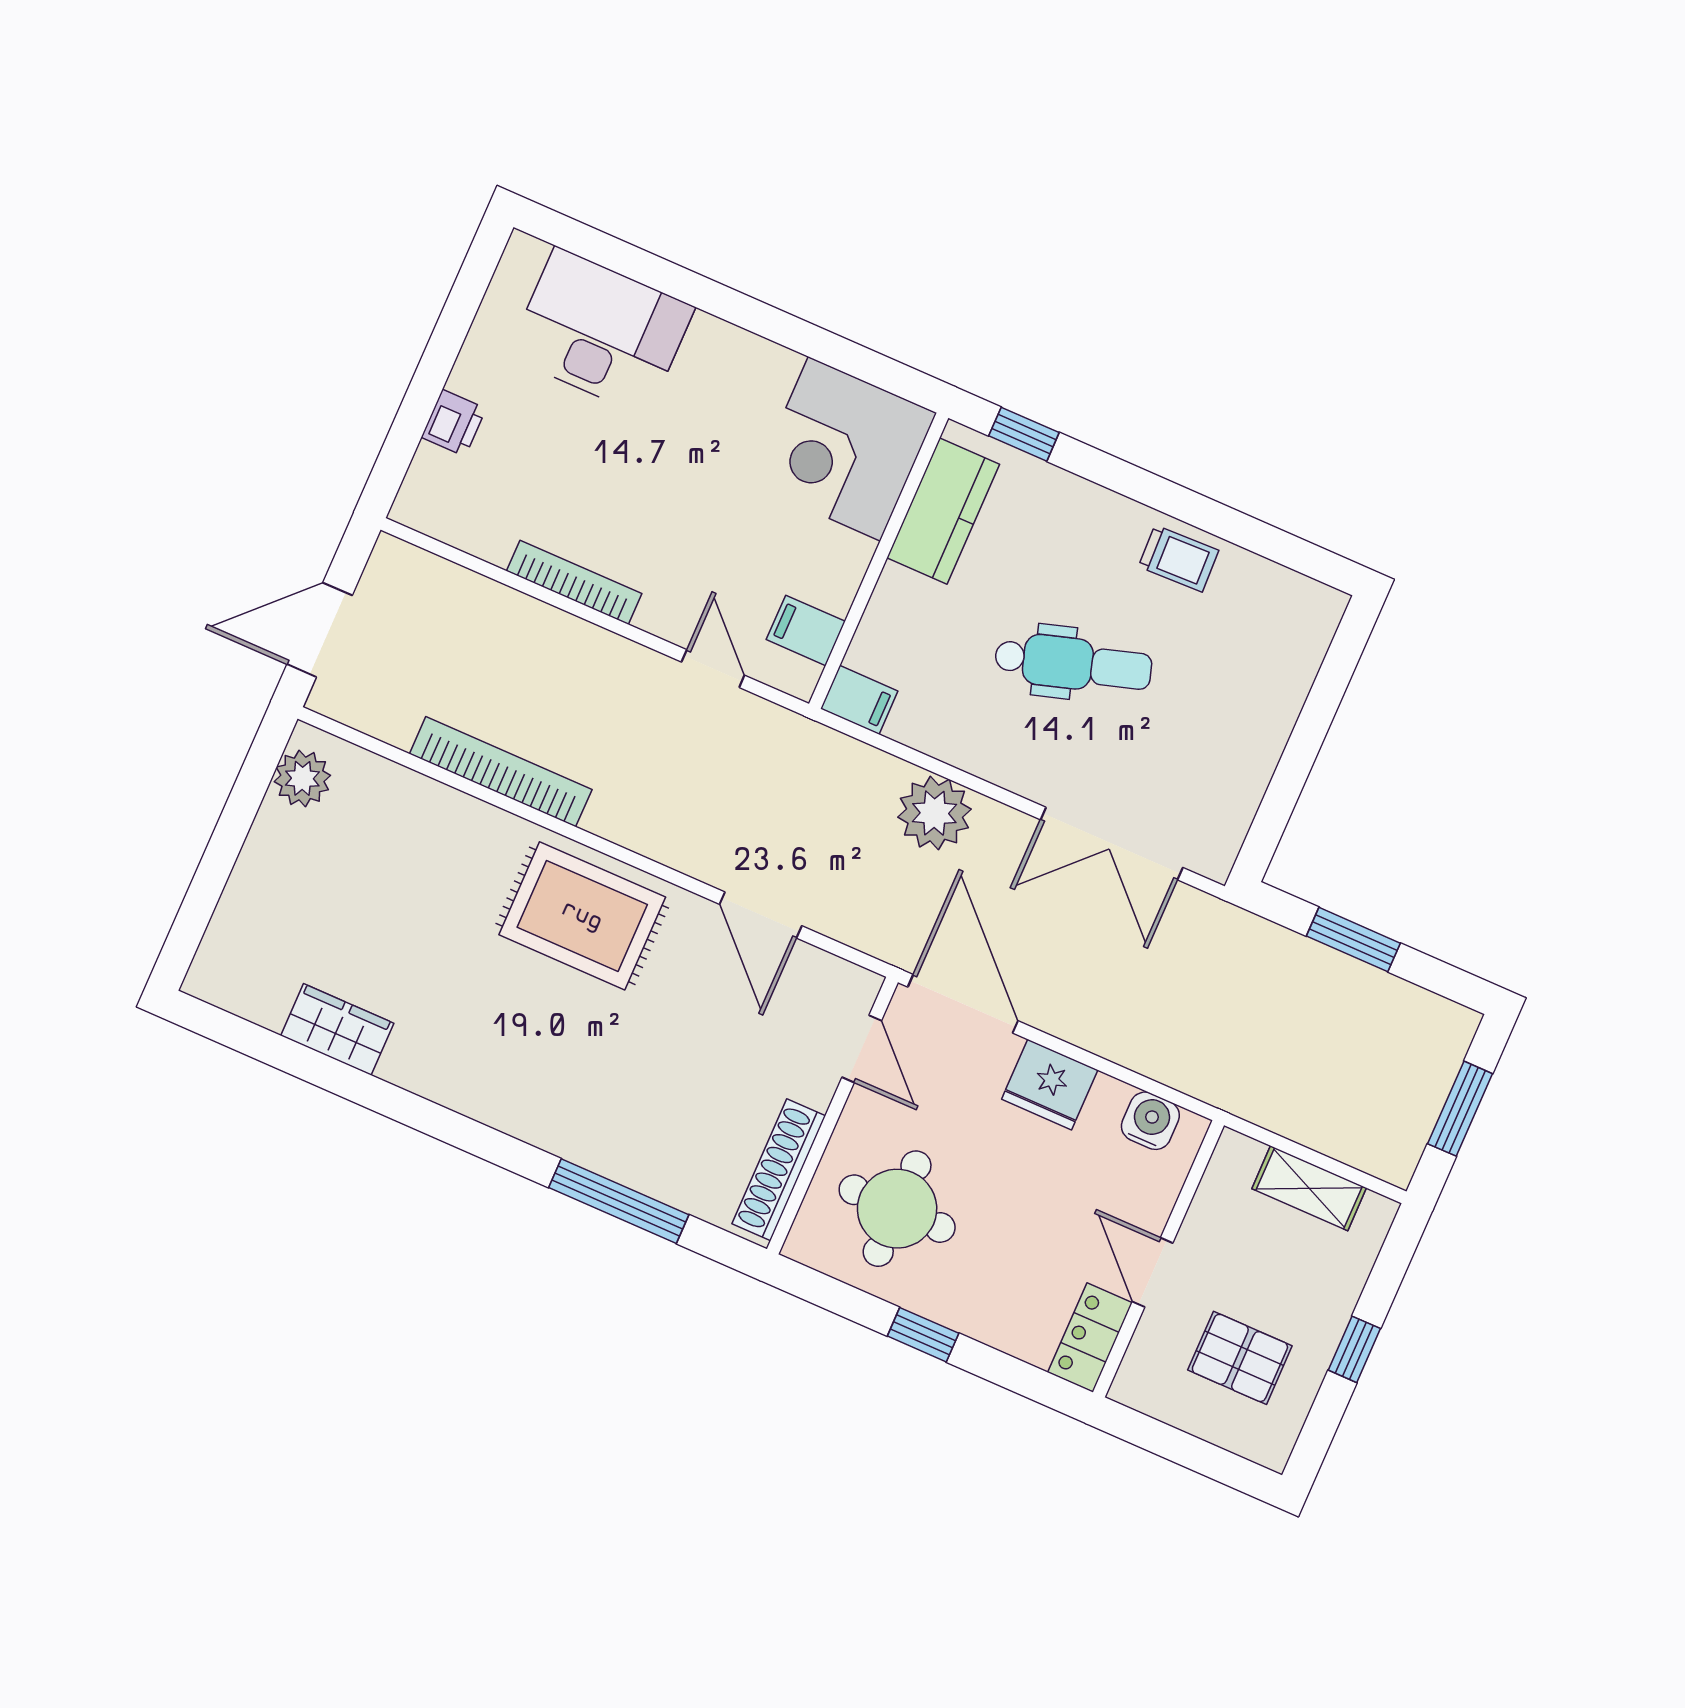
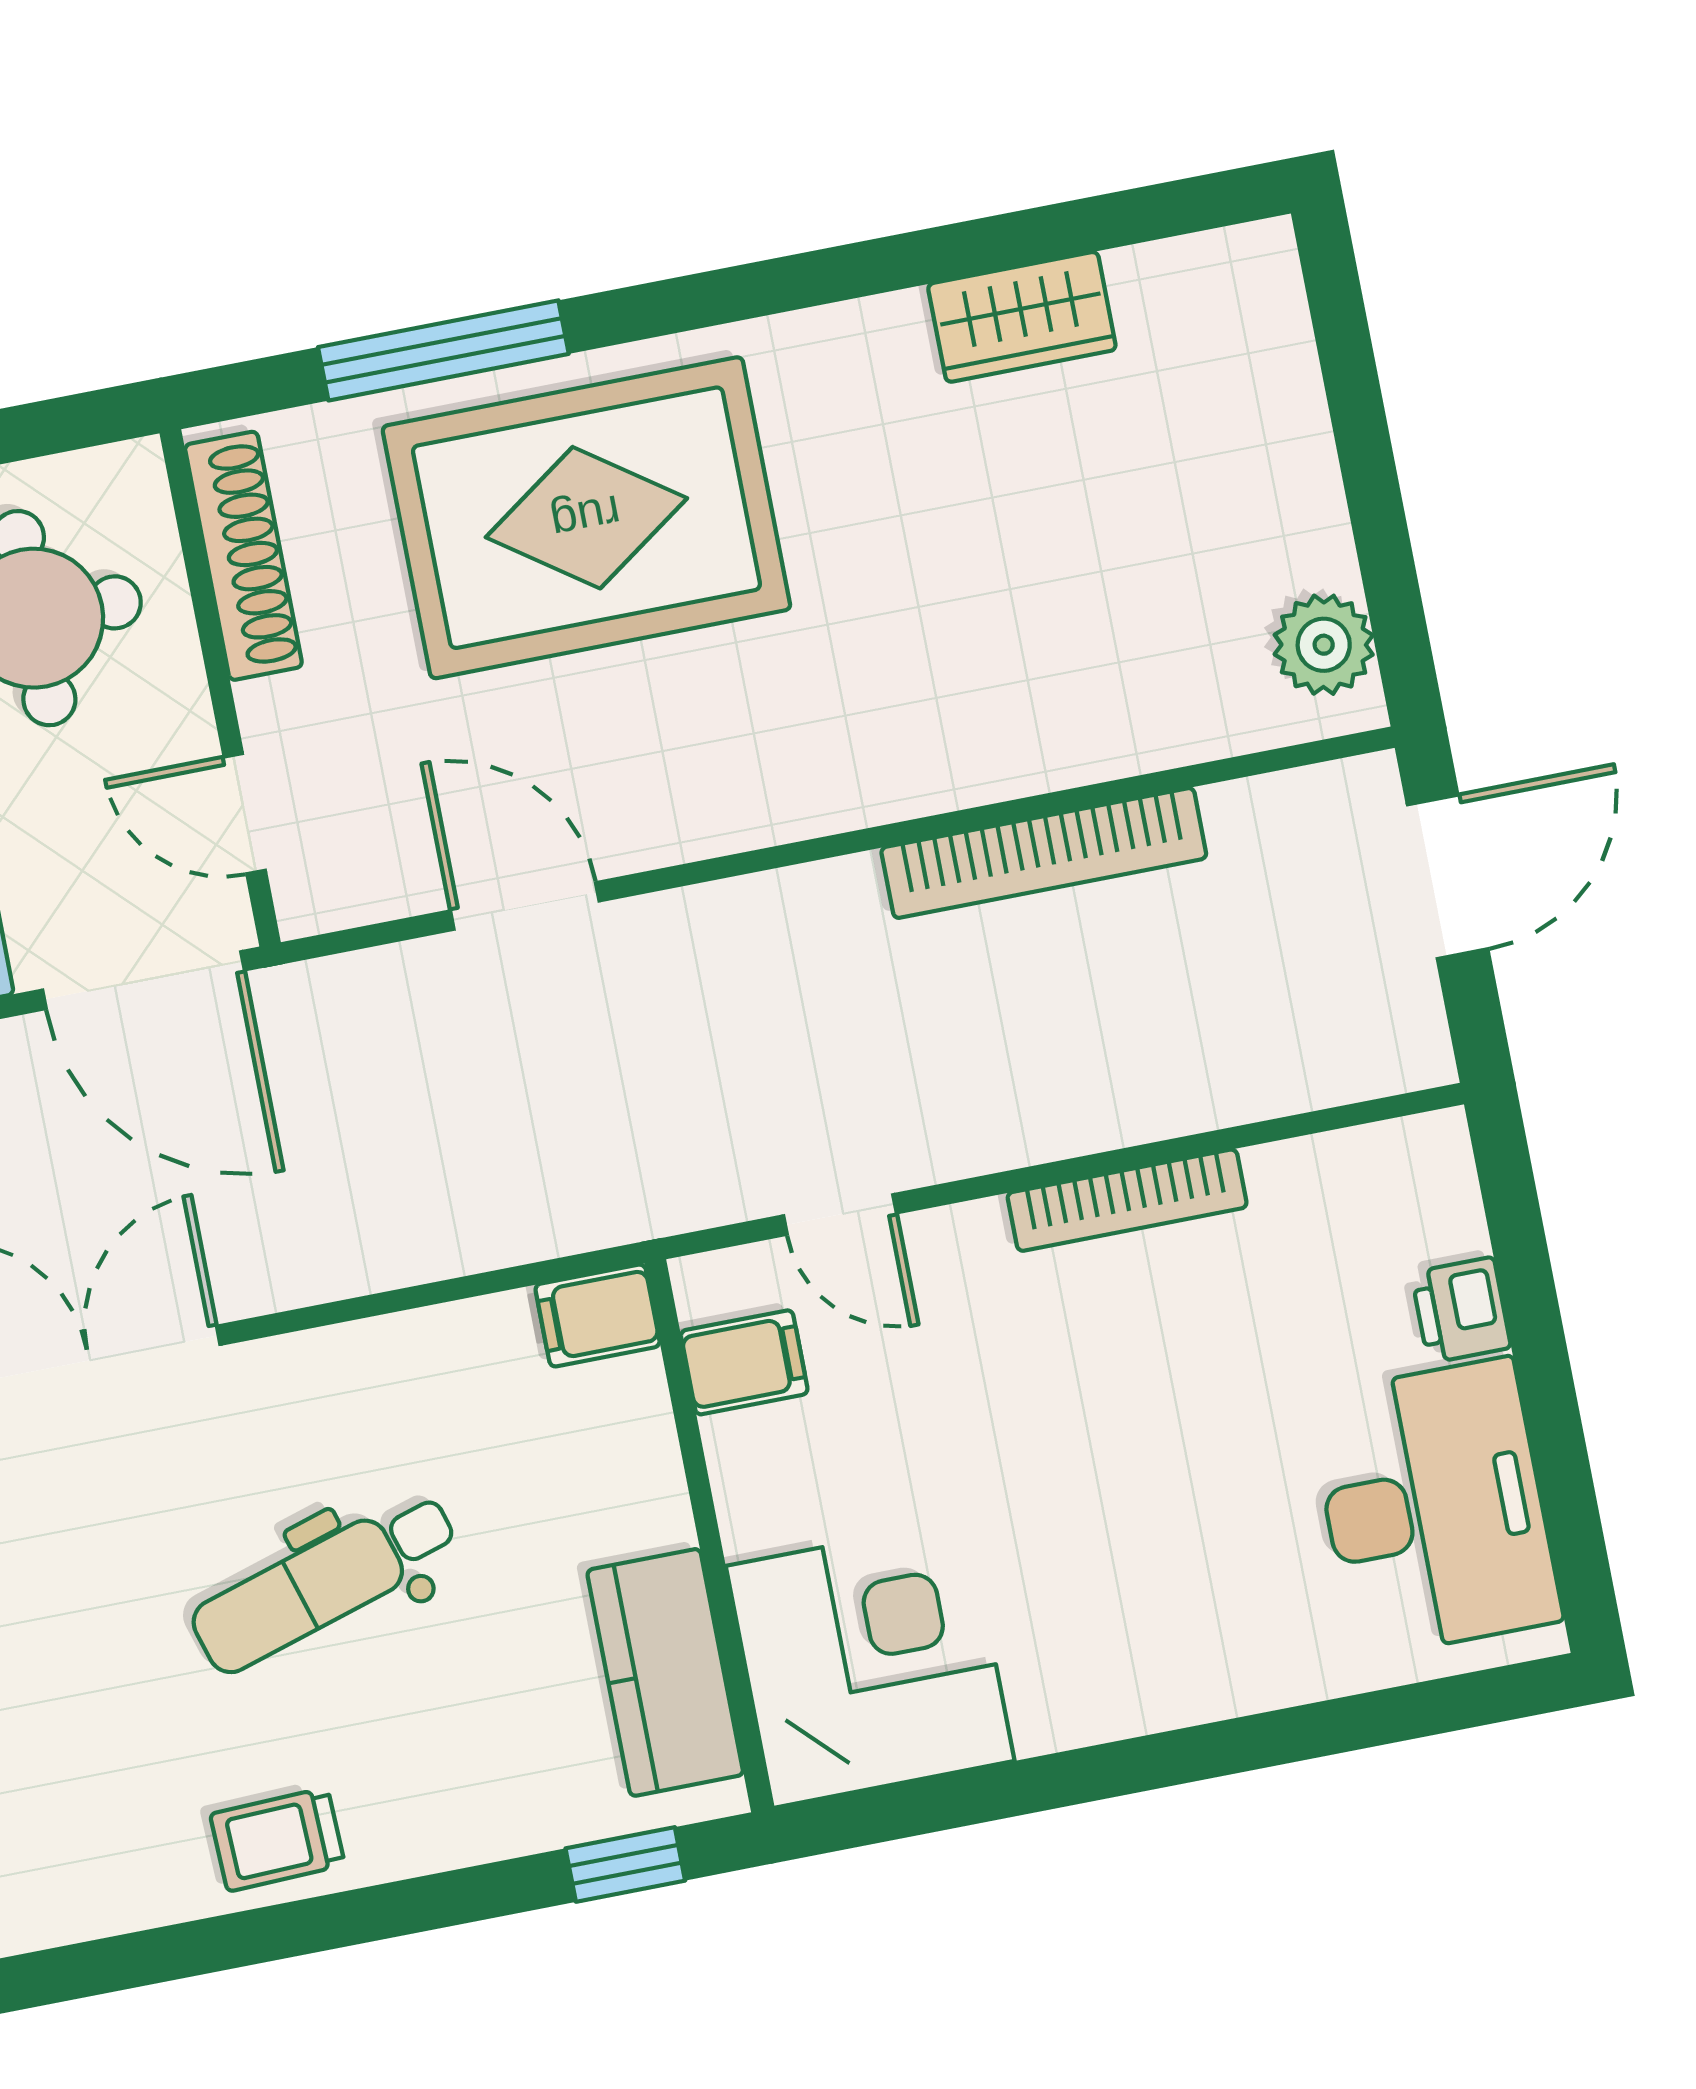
desk: (601, 331) -> (1434, 1508), moved, turned -90
plant: (934, 813) -> (375, 1227), removed
rug: (582, 916) -> (586, 518), moved, width x1.37, depth x1.44

